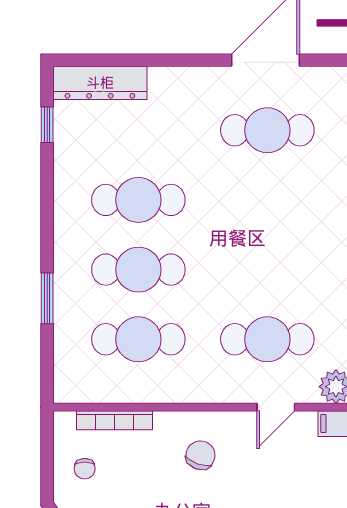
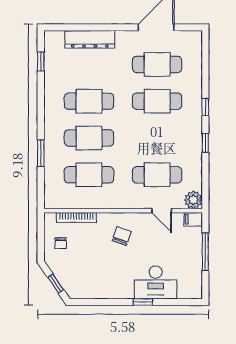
dresser: (100, 83) -> (90, 39), moved
cafe table: (267, 200) -> (157, 101), added
door: (276, 407) -> (162, 211), hinge flipped

